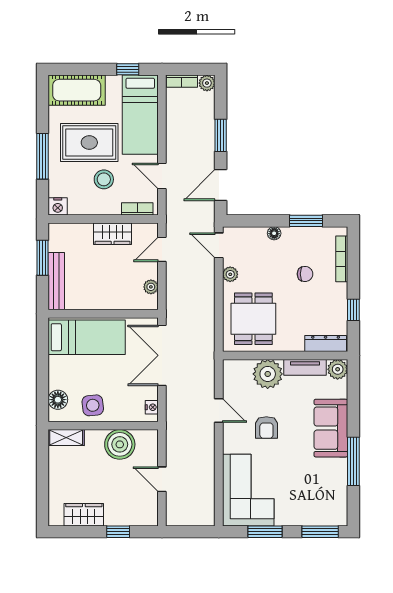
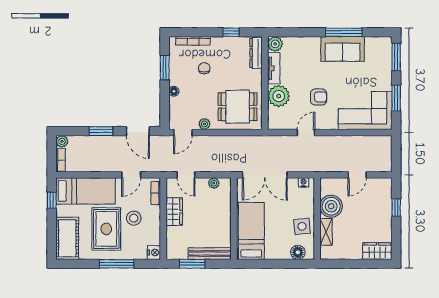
sofa: (331, 428) -> (343, 49), moved
shelving: (66, 437) -> (326, 232), moved
wardrobe: (84, 515) -> (377, 251), moved, turned 90

